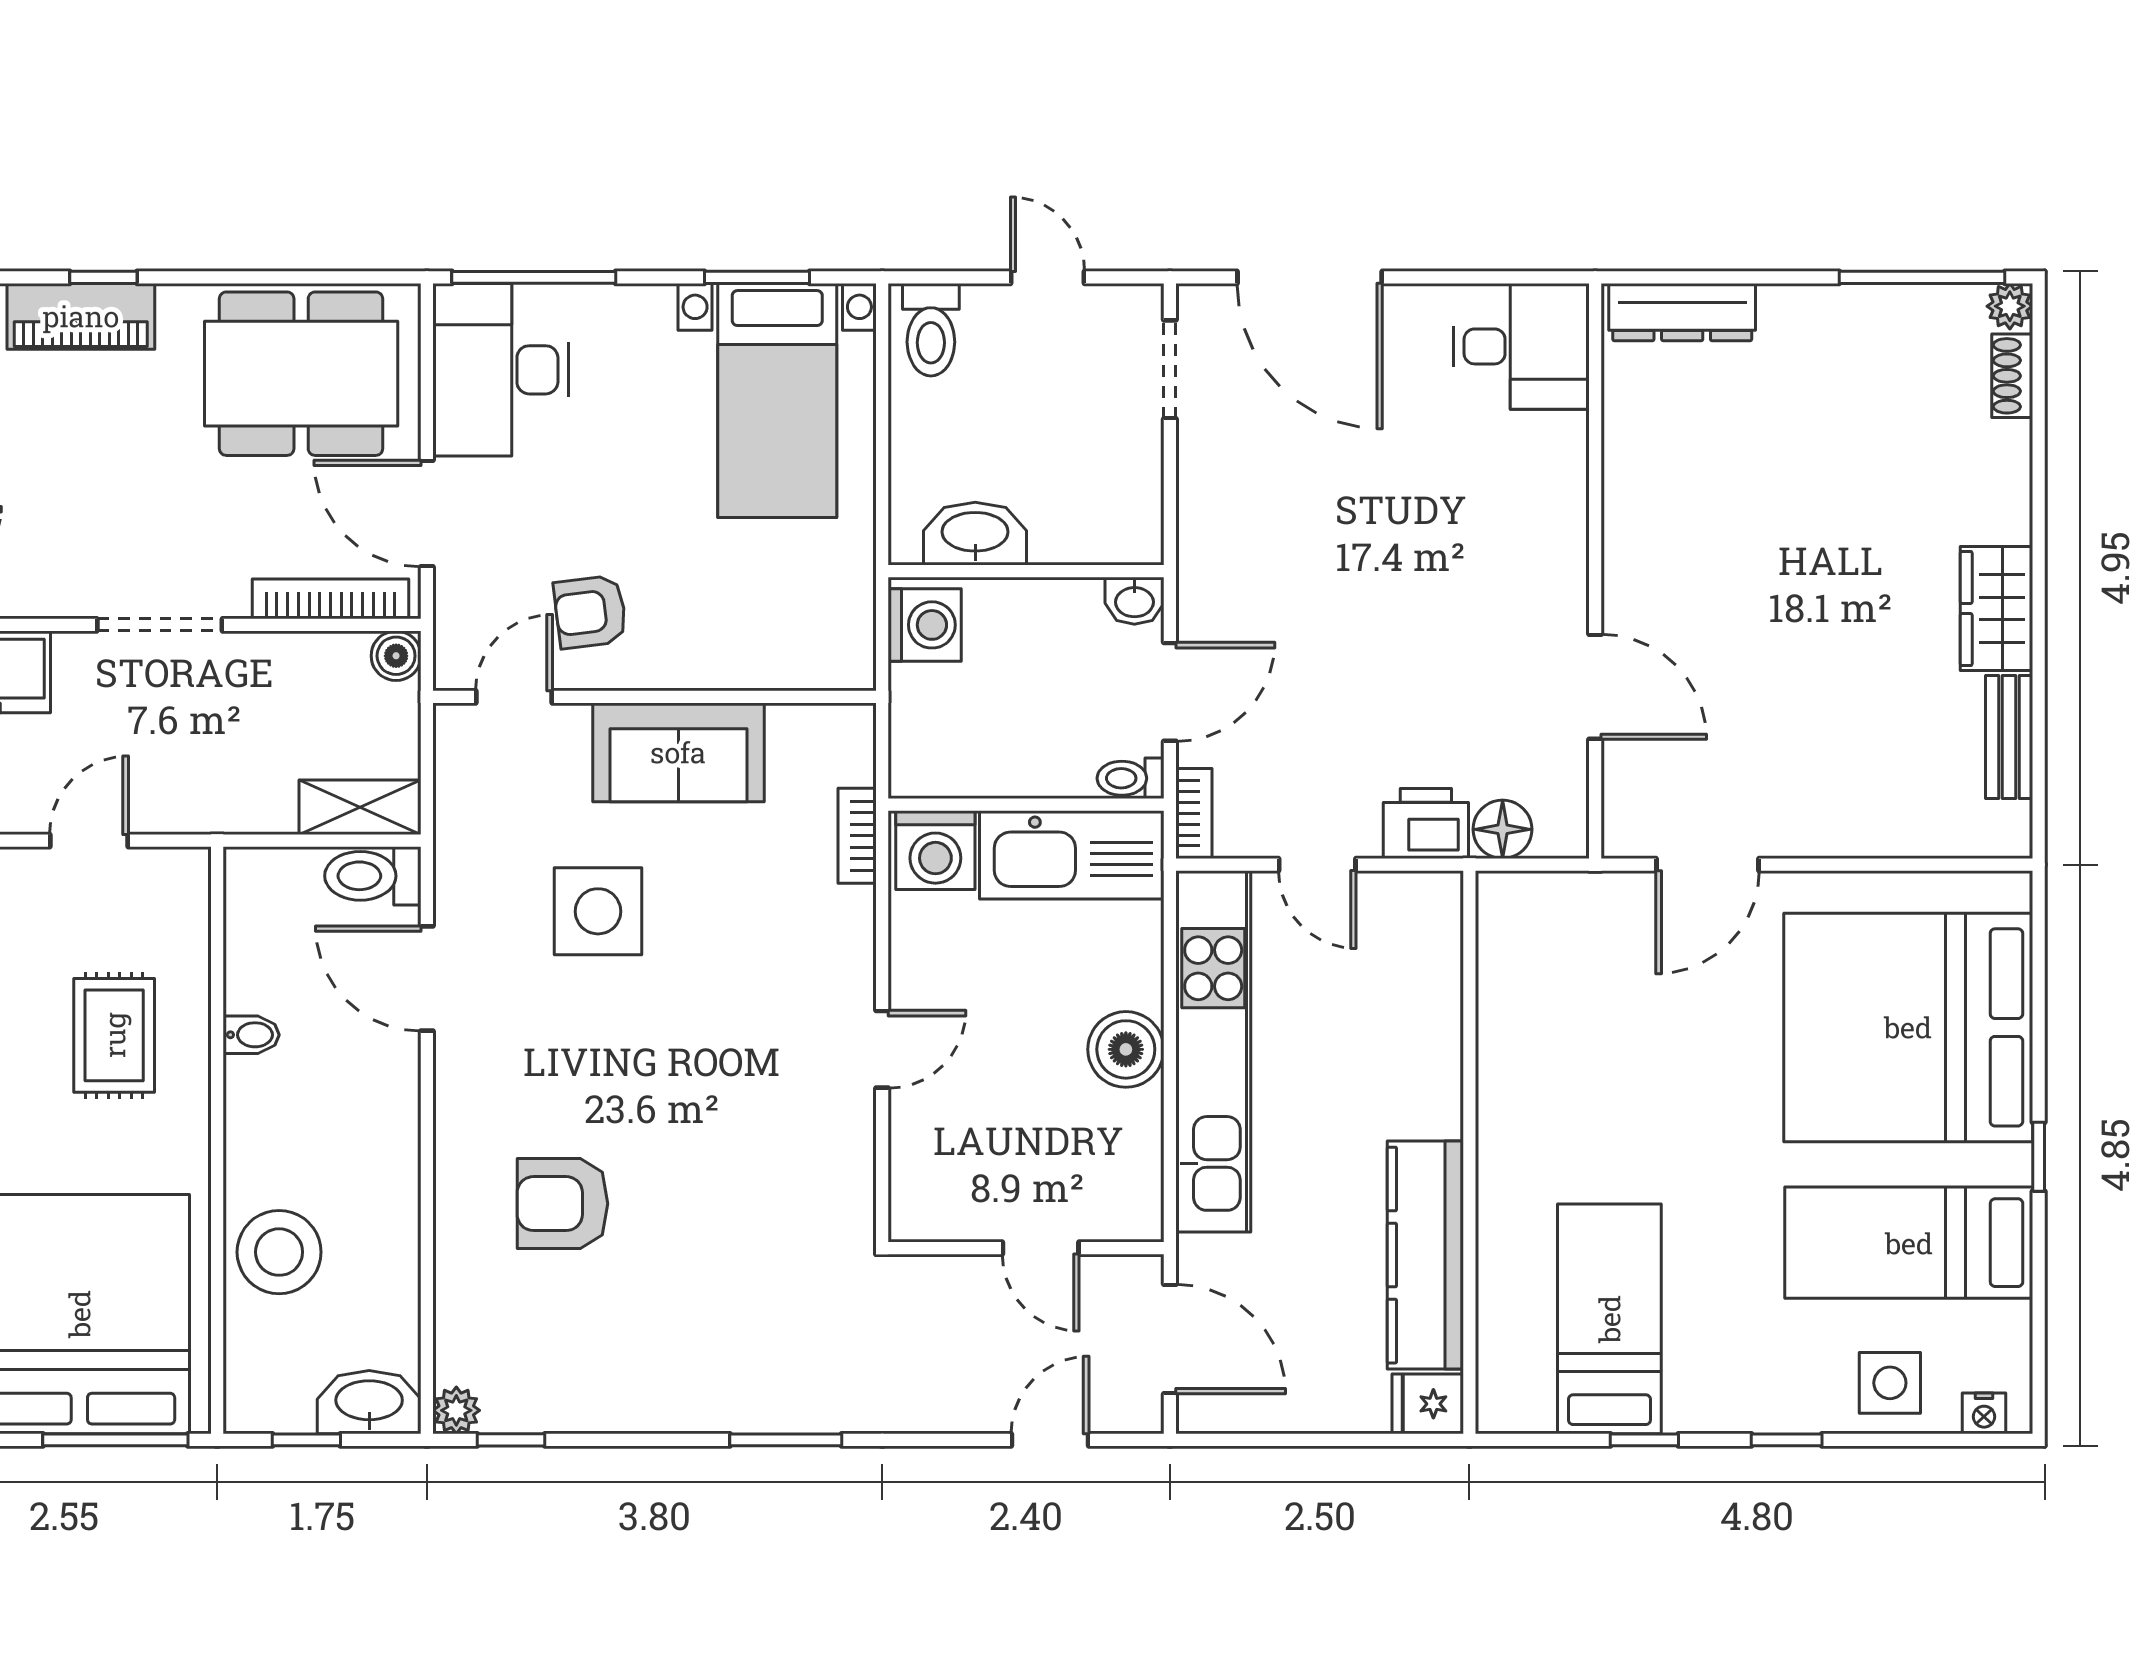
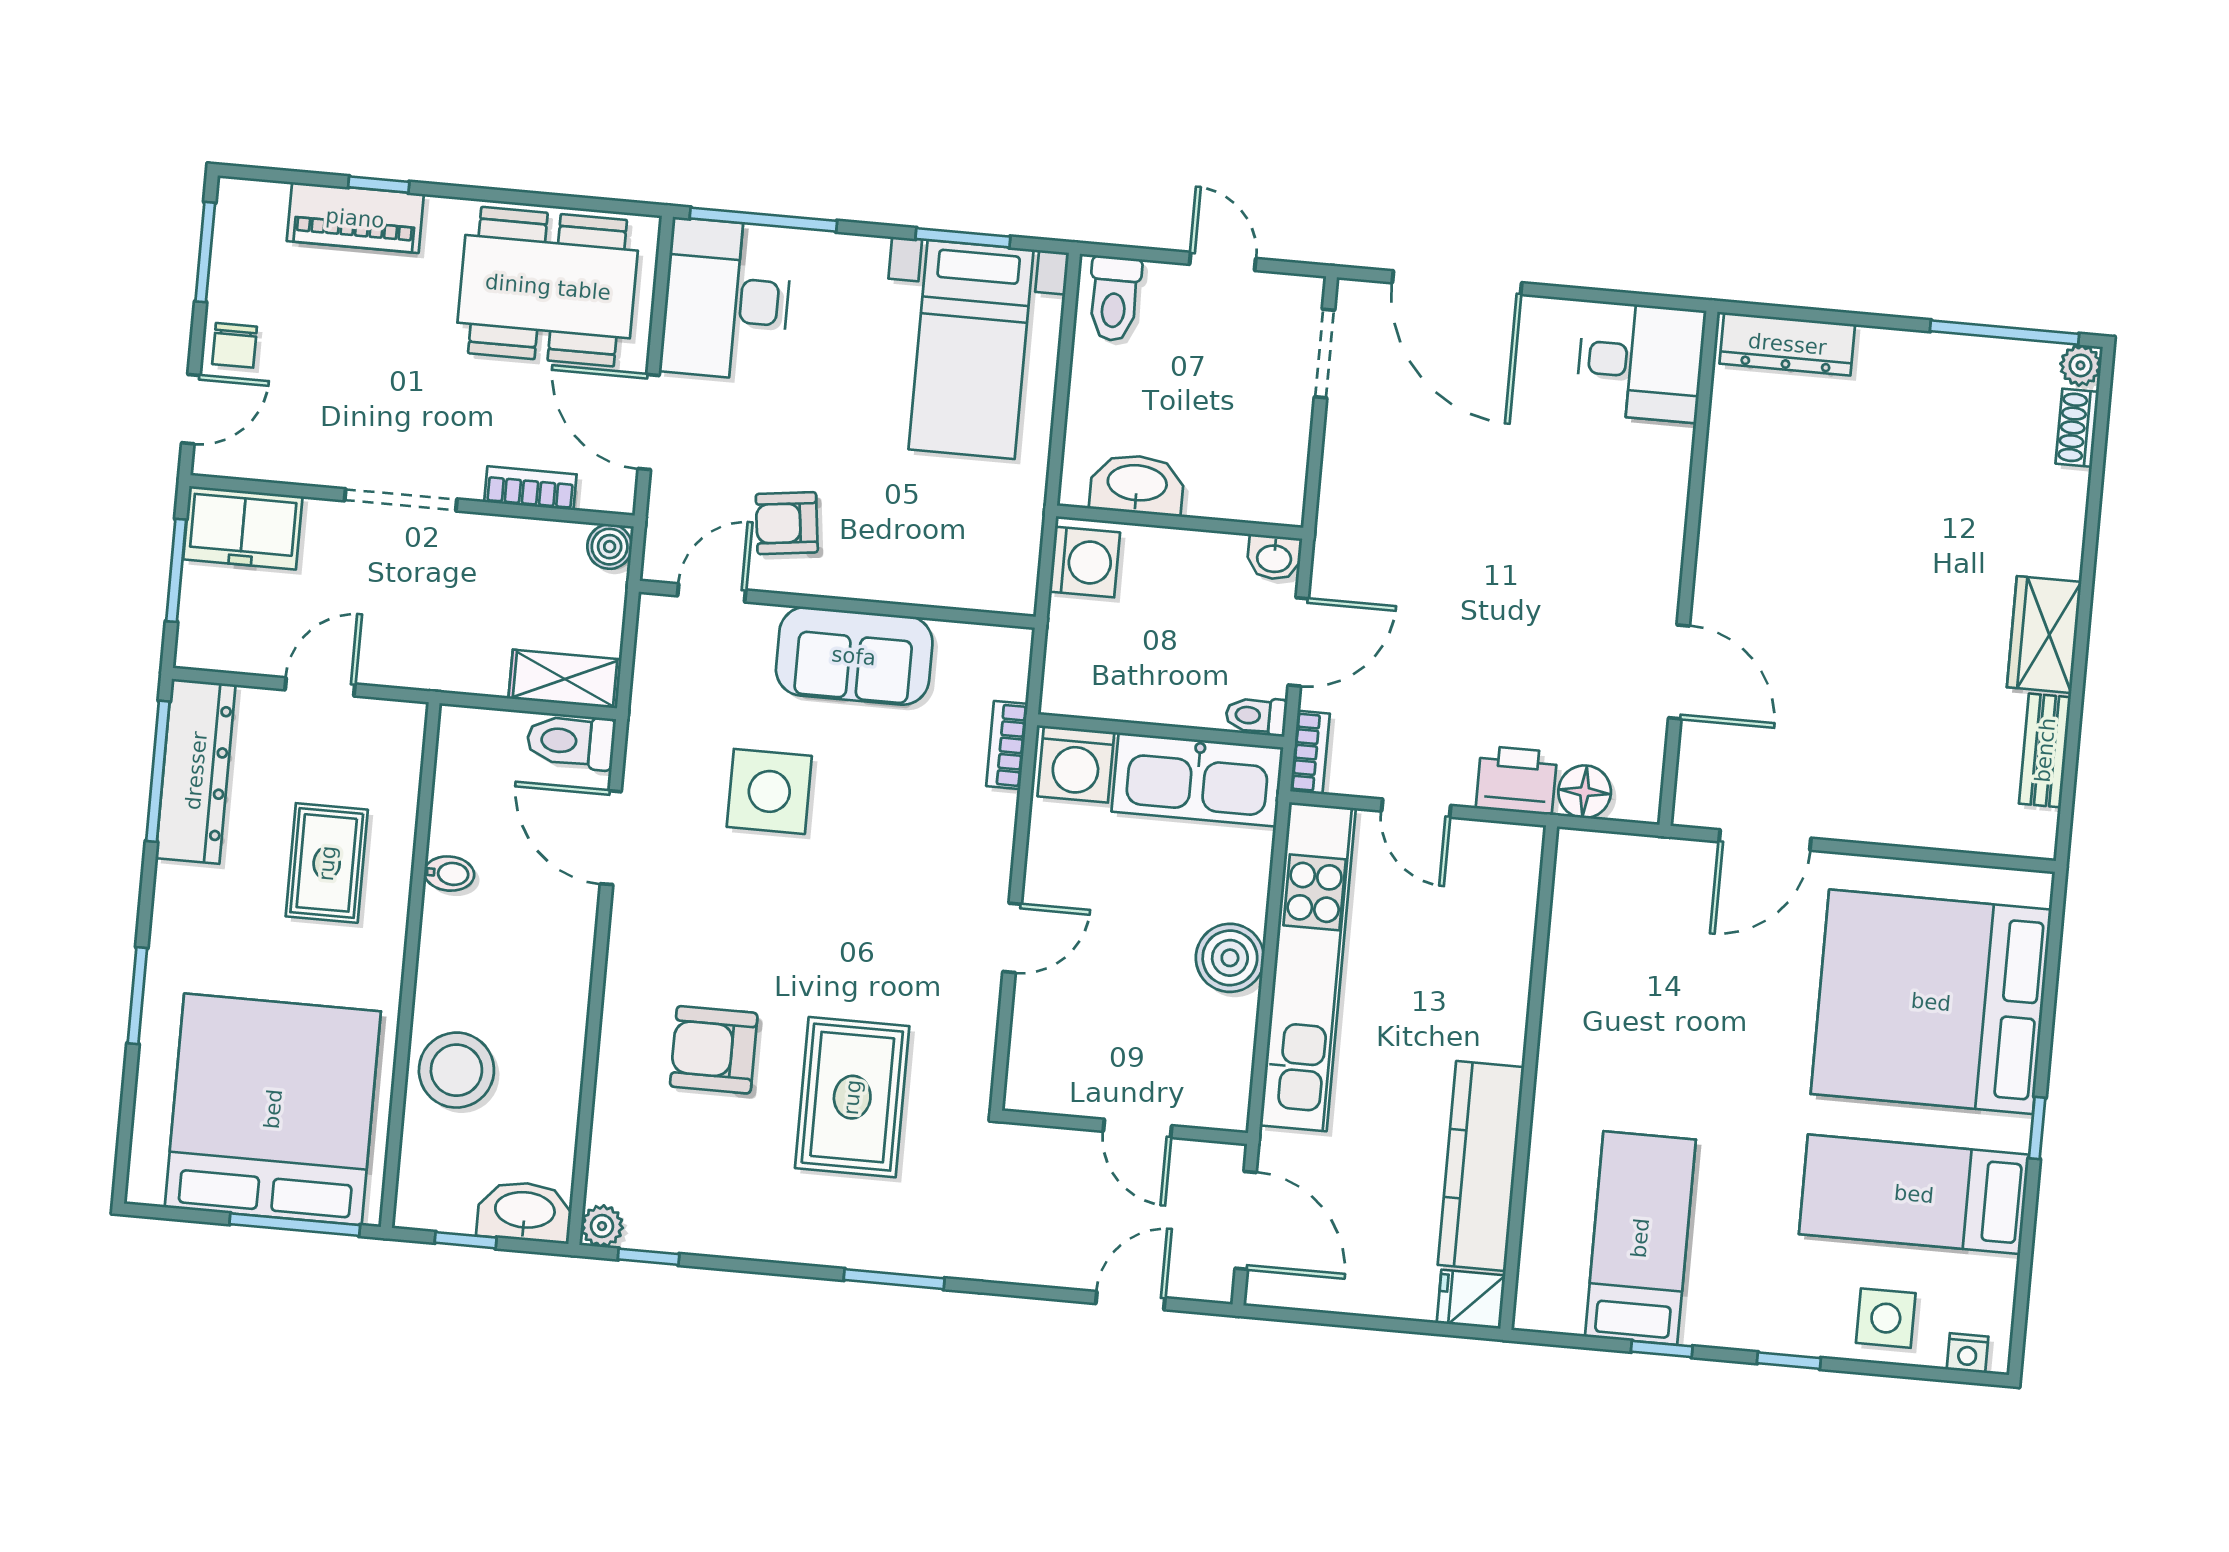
bookcase: (330, 599) -> (530, 488), width x0.64
rug: (721, 1242) -> (852, 1097), added

